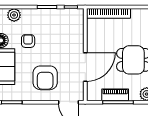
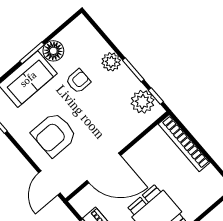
plant: (14, 15) -> (111, 62), moved
plant: (68, 17) -> (143, 102), added

